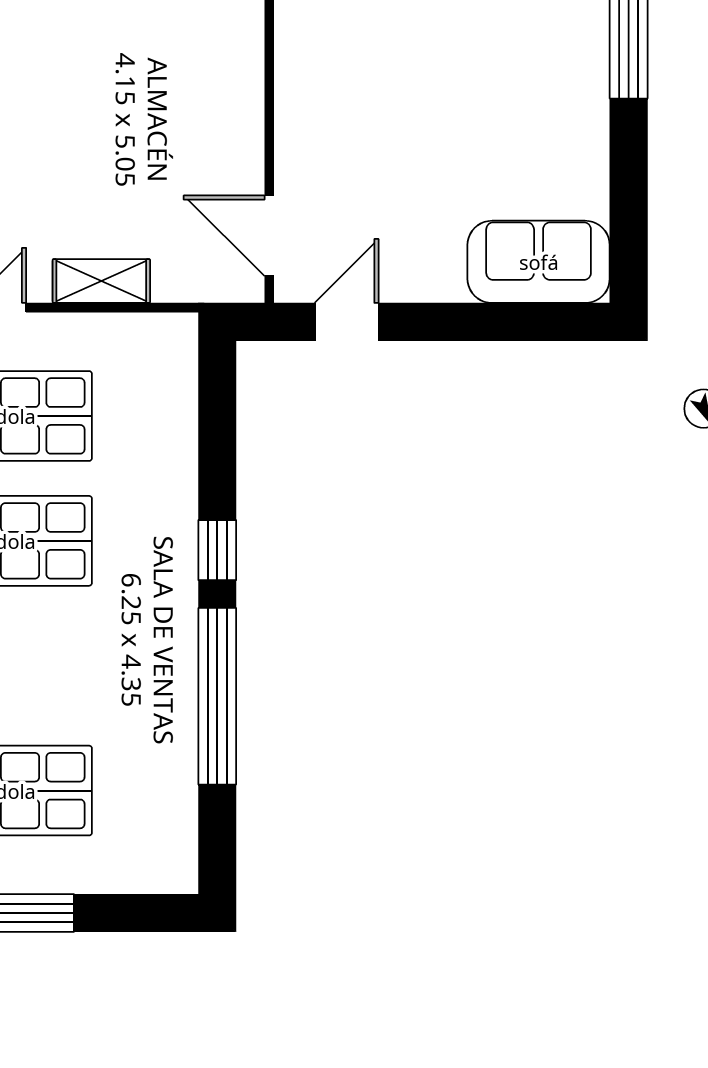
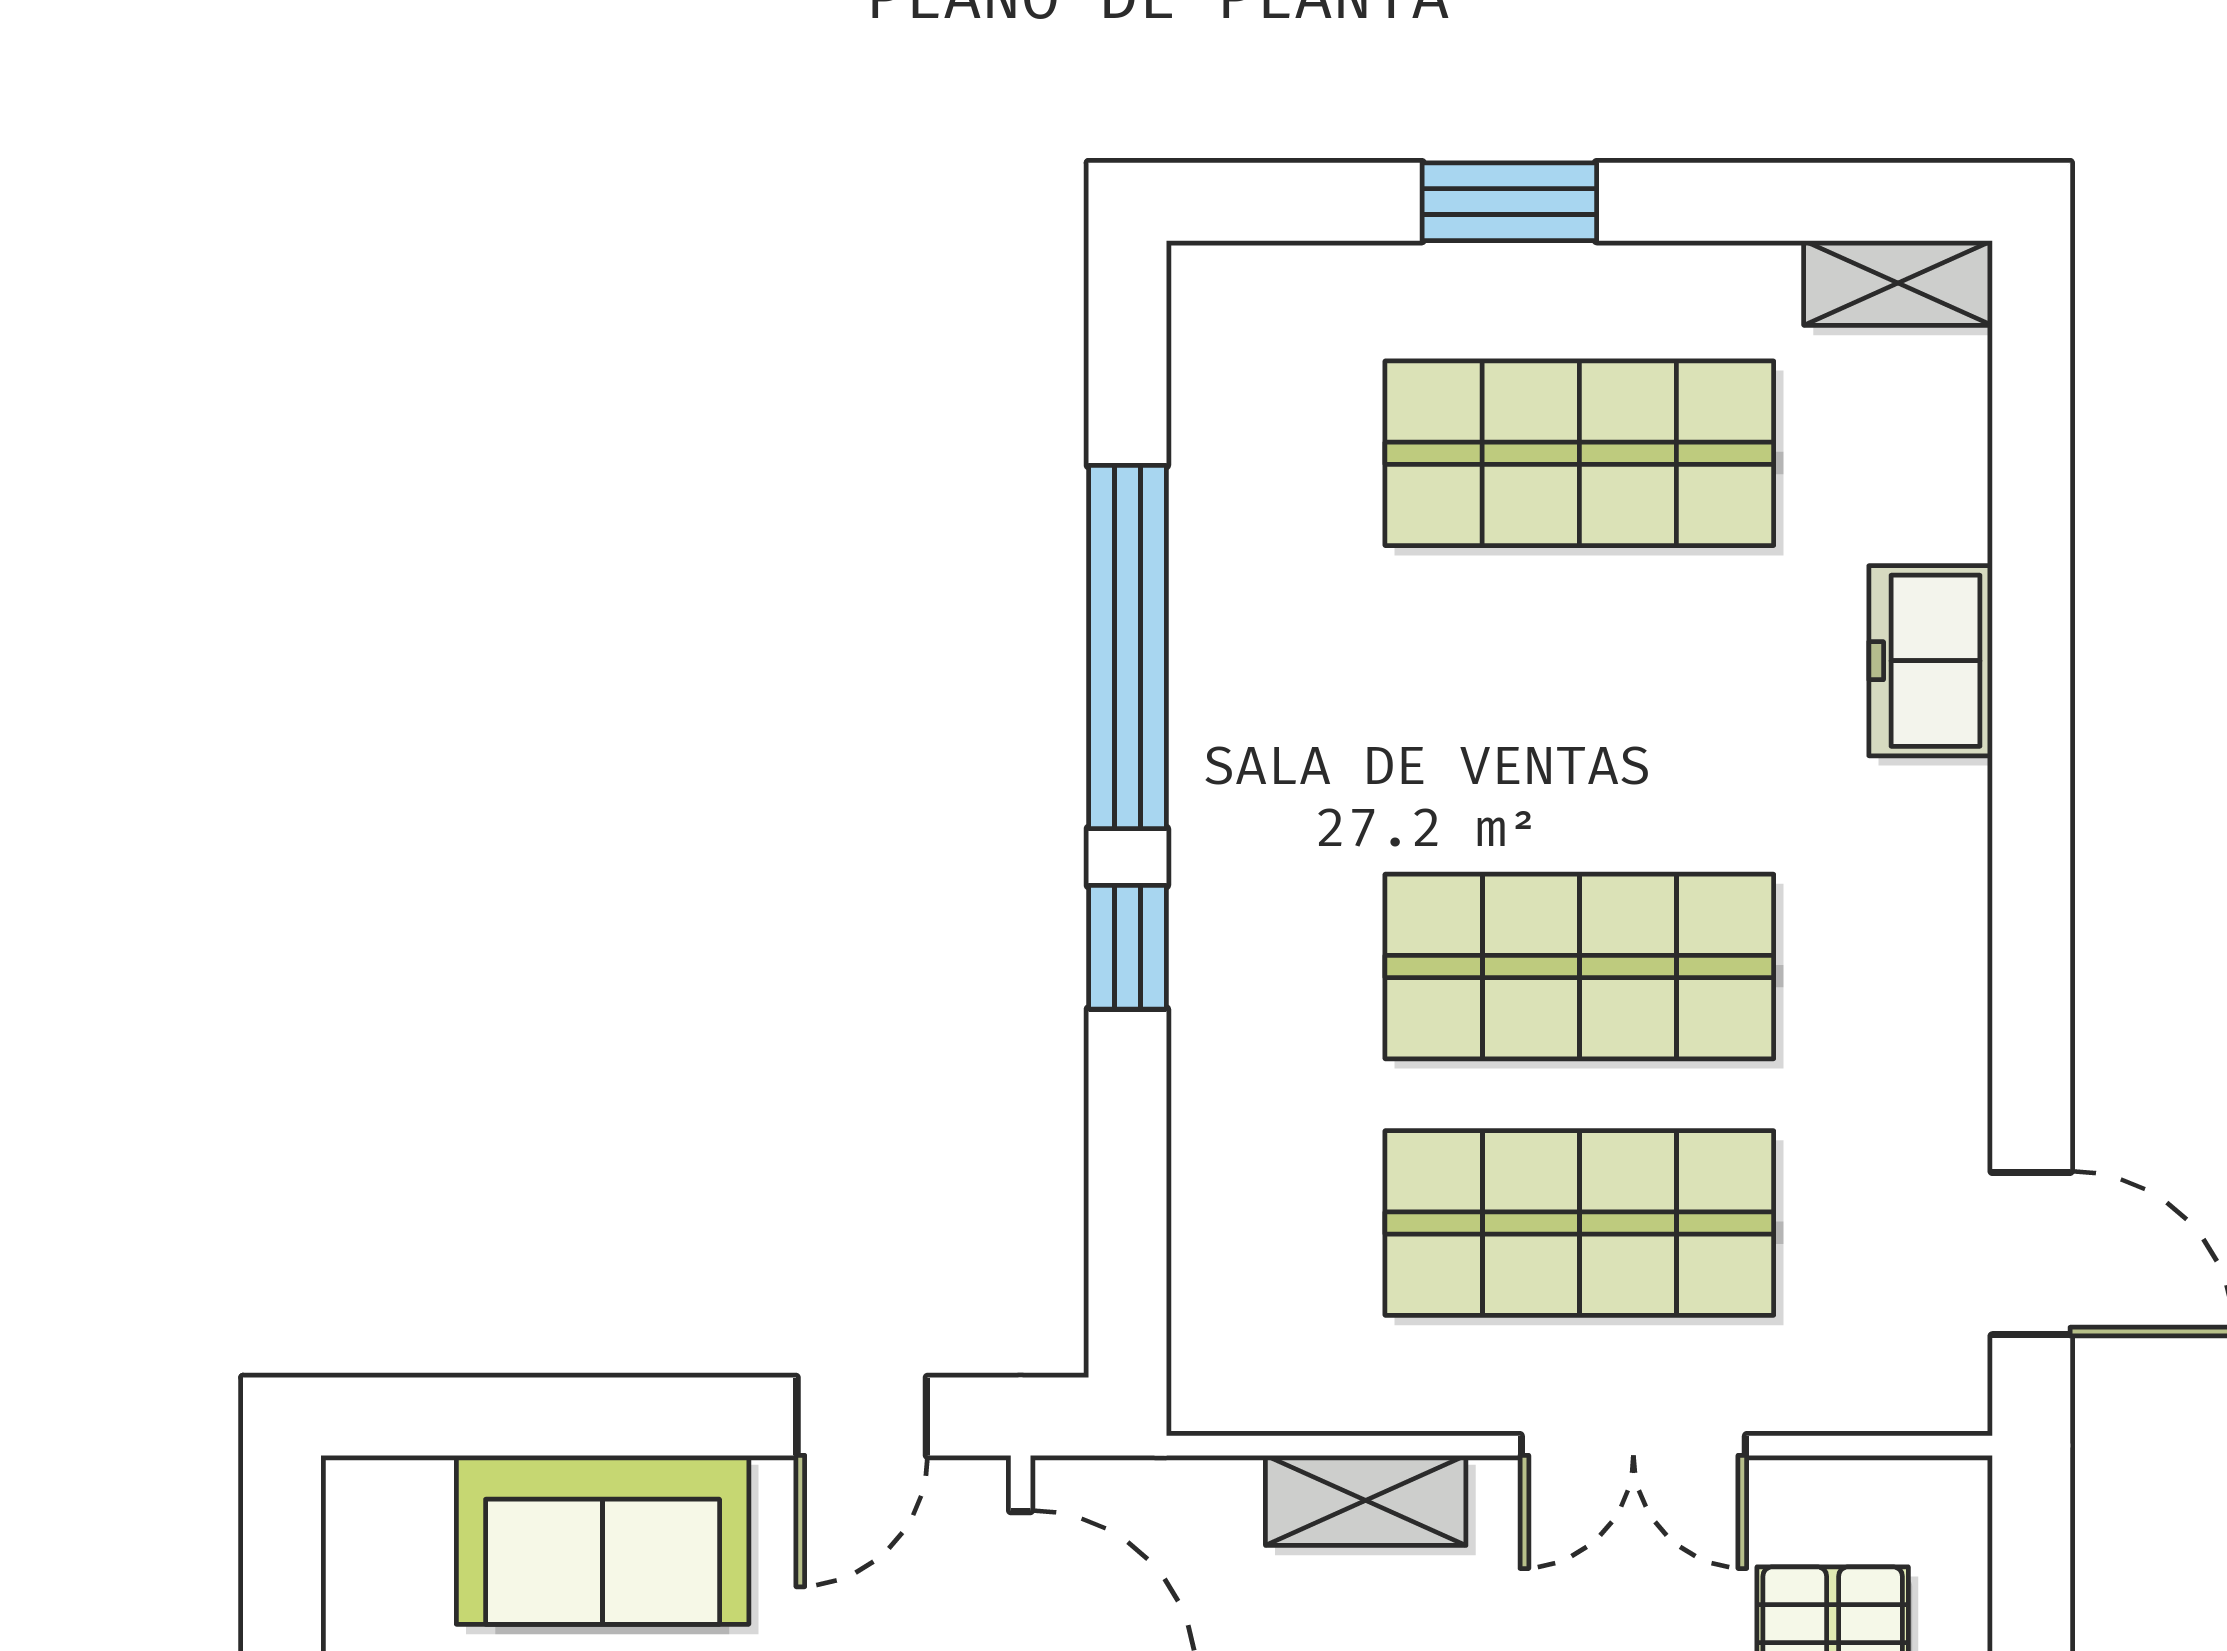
sofa: (539, 262) -> (603, 1540), moved

